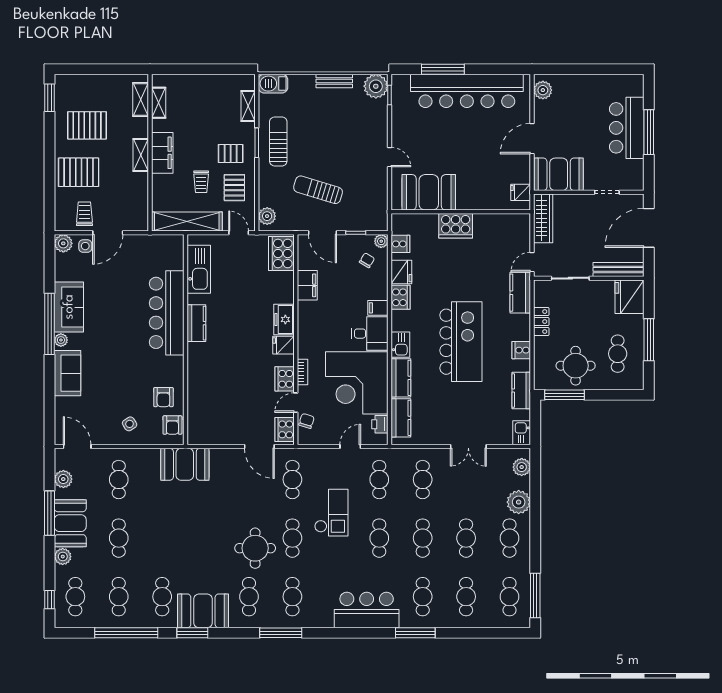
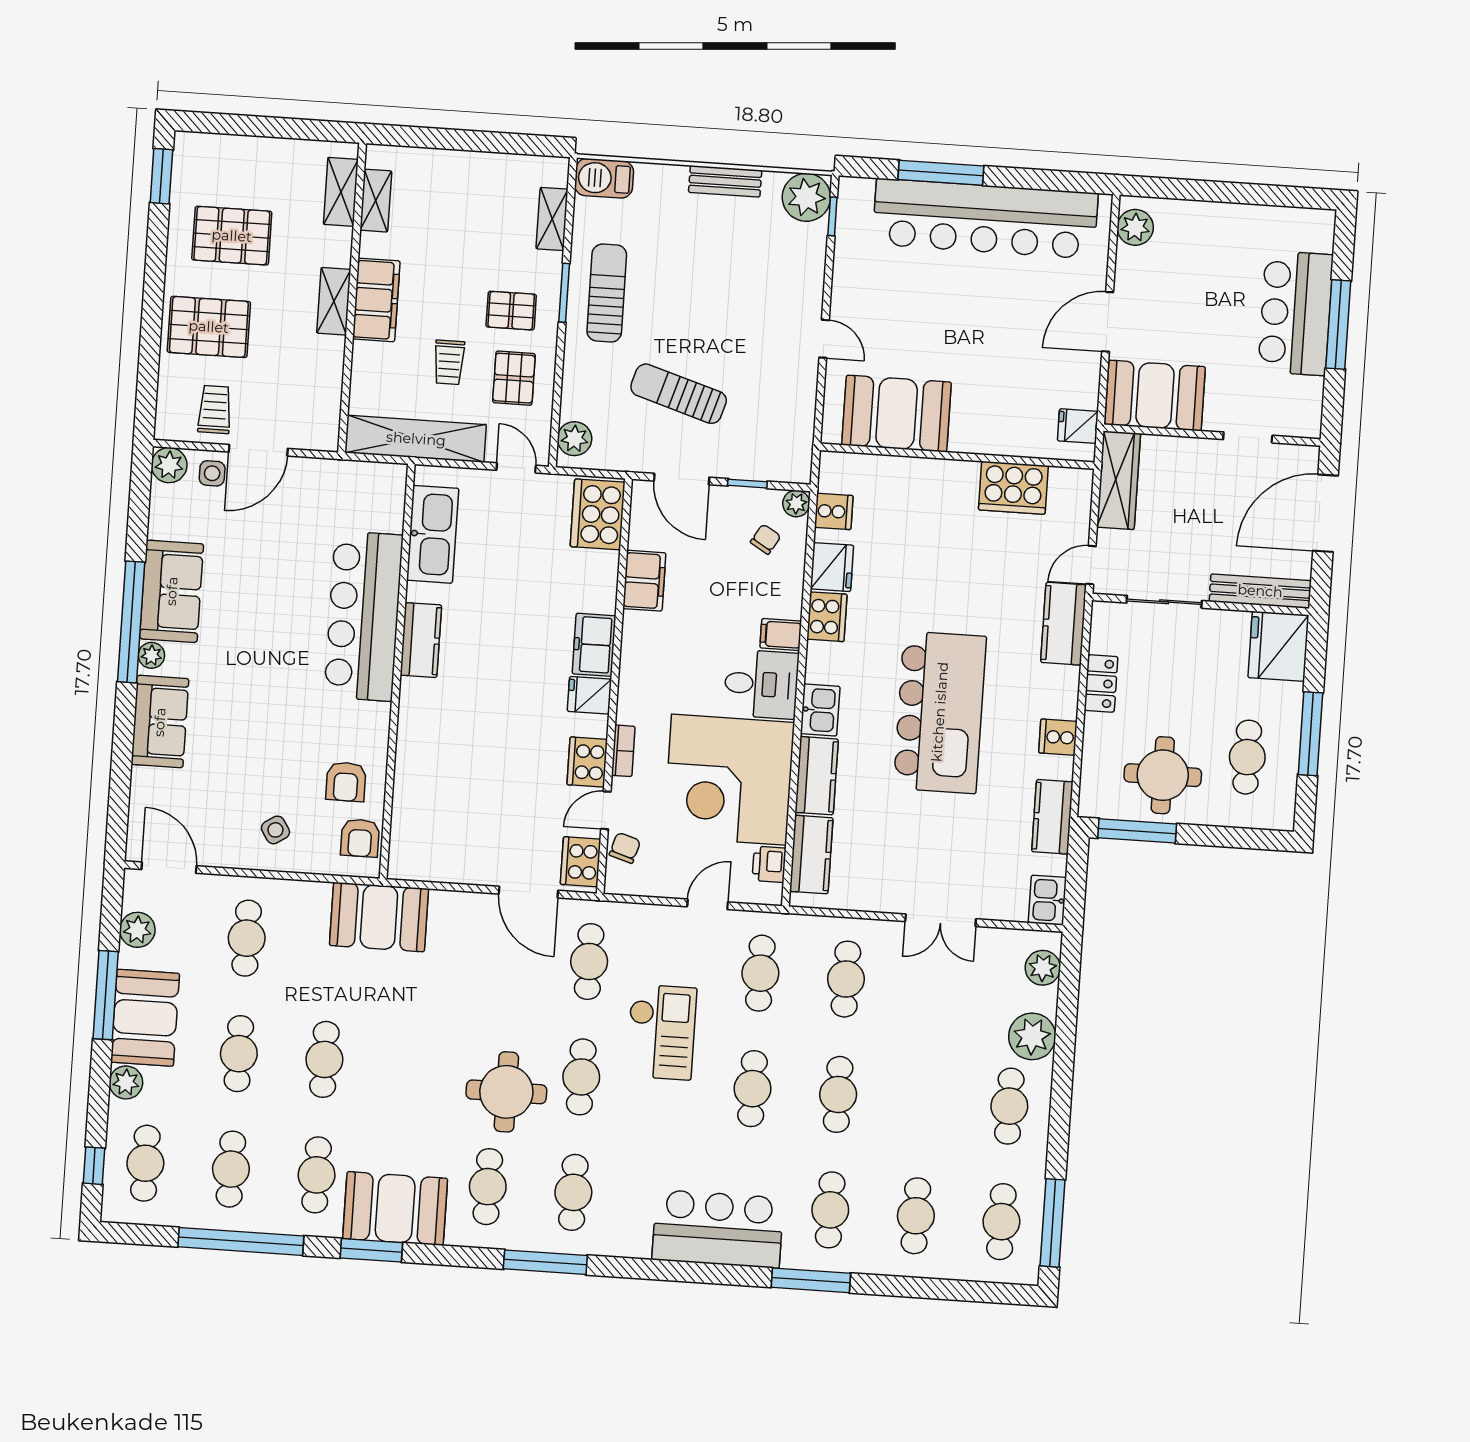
cooker: (456, 226) -> (1013, 488), moved
cafe table: (466, 538) -> (324, 1059), moved

